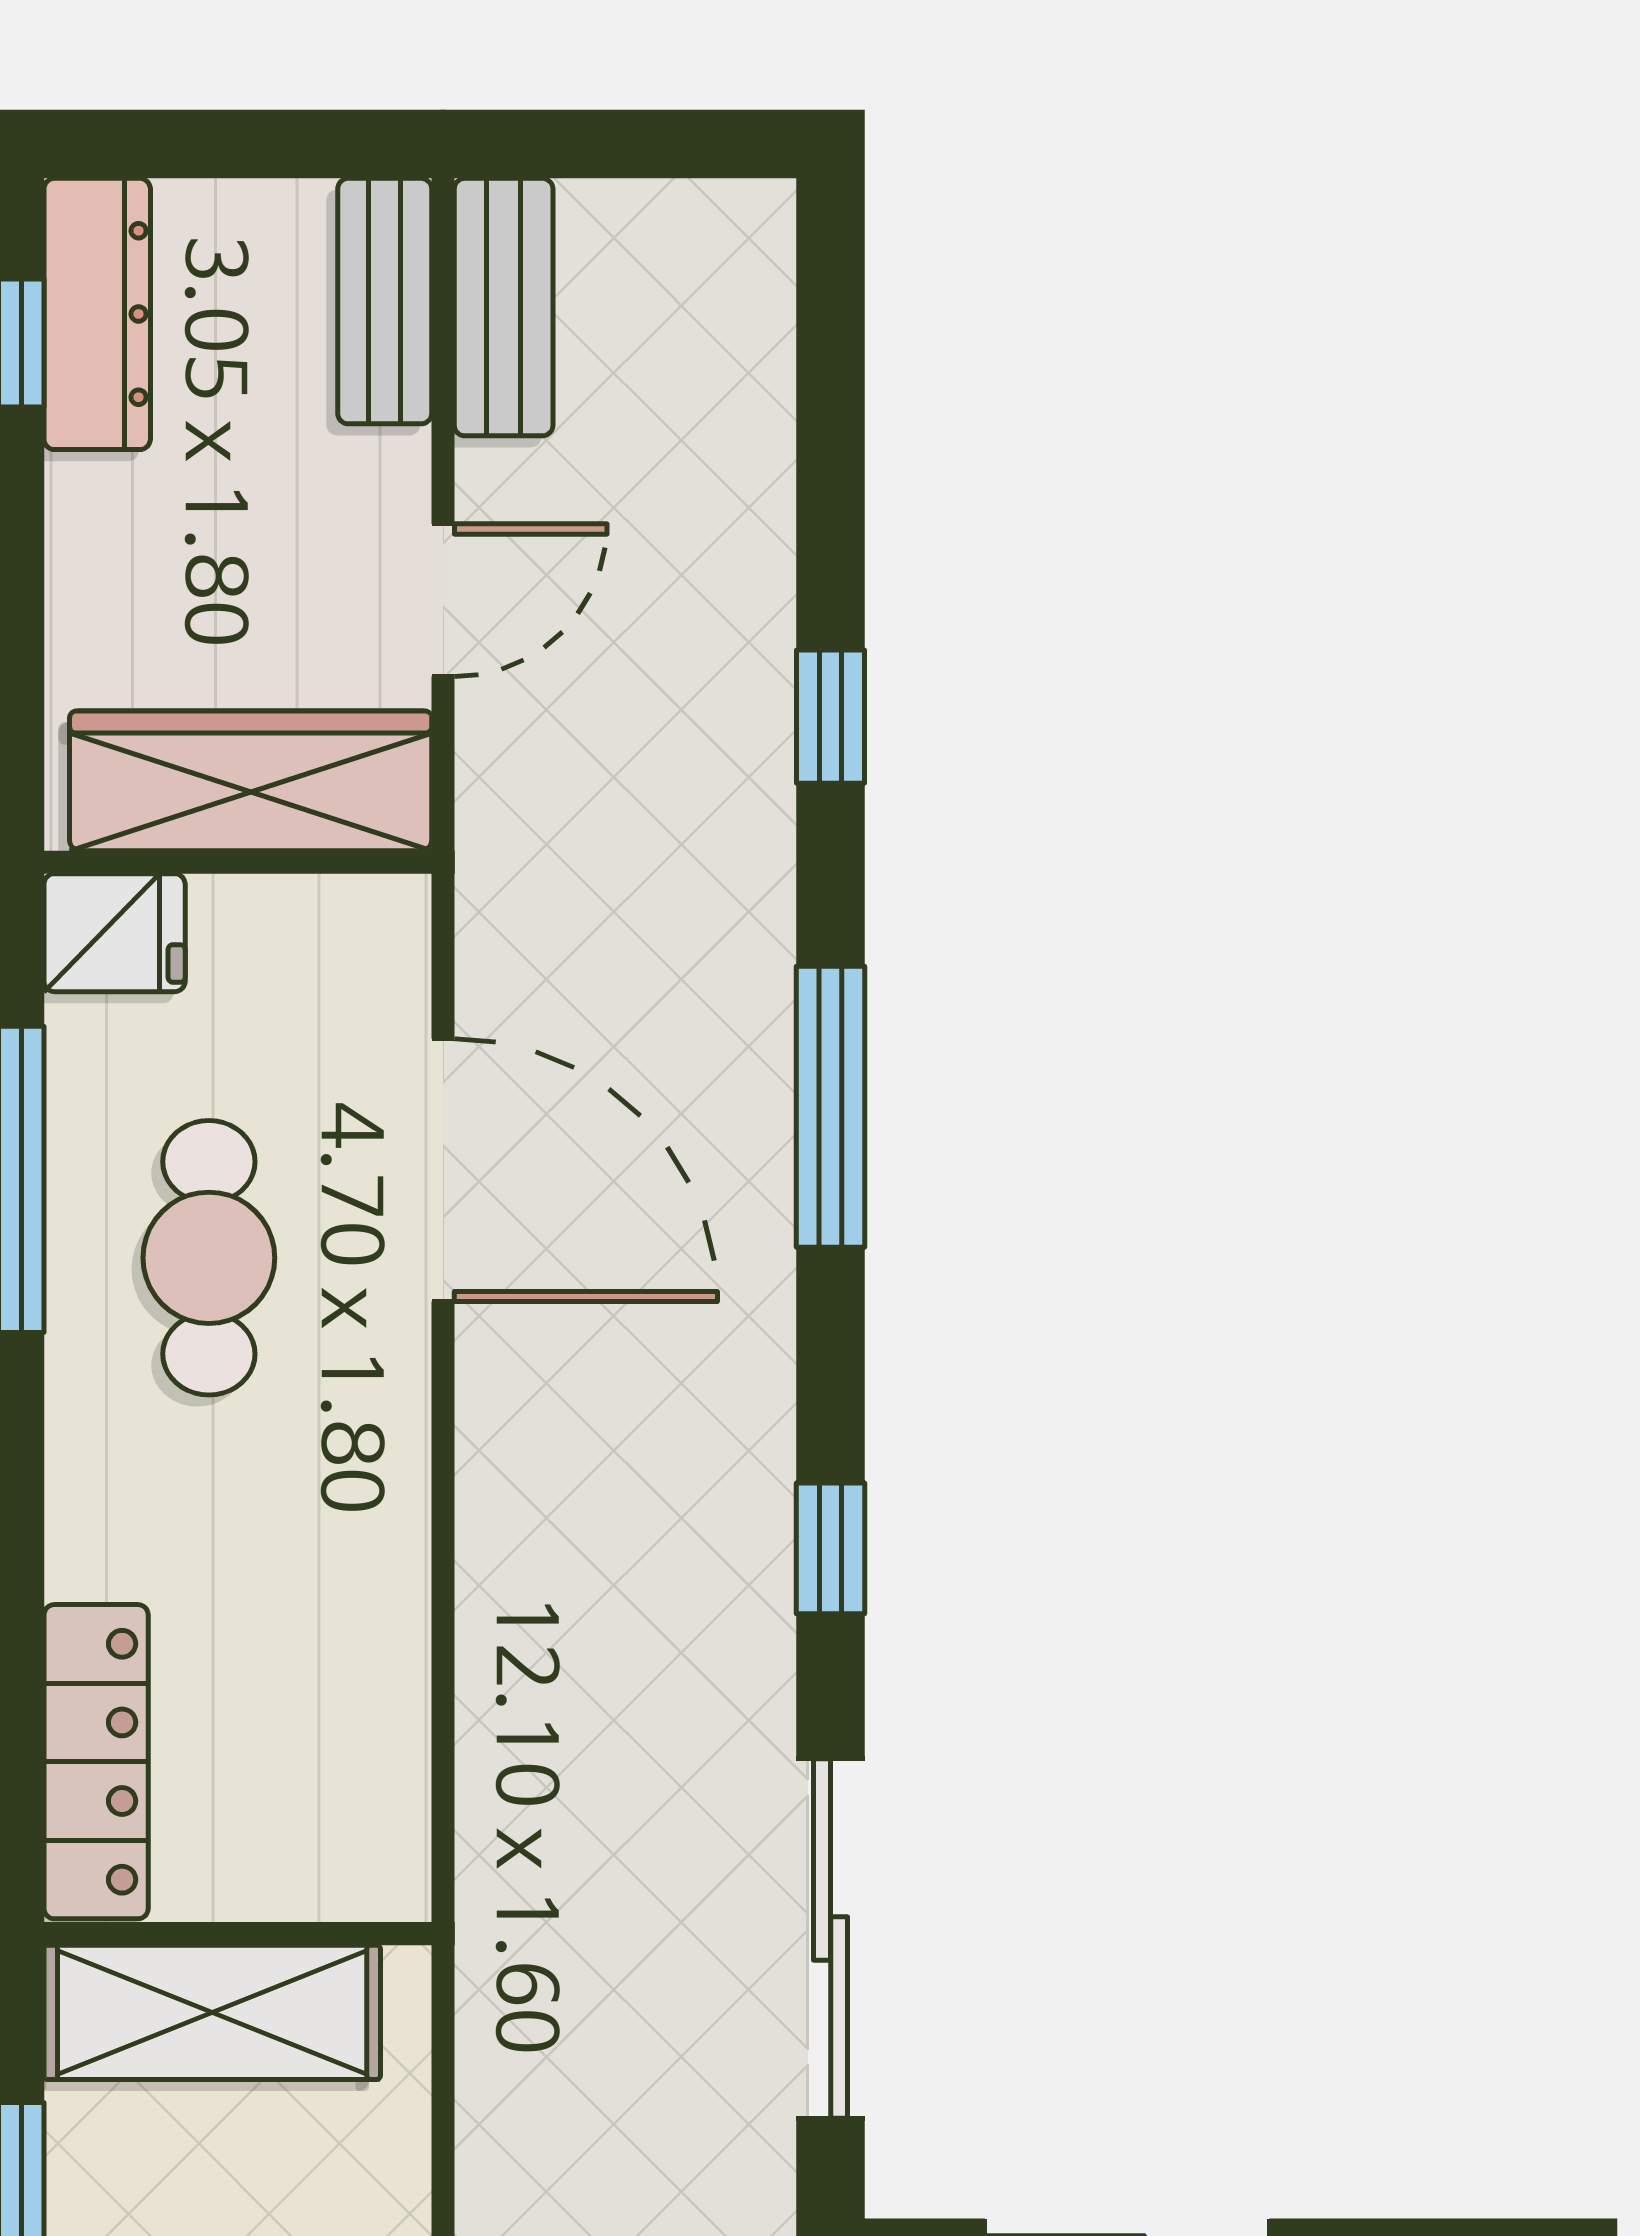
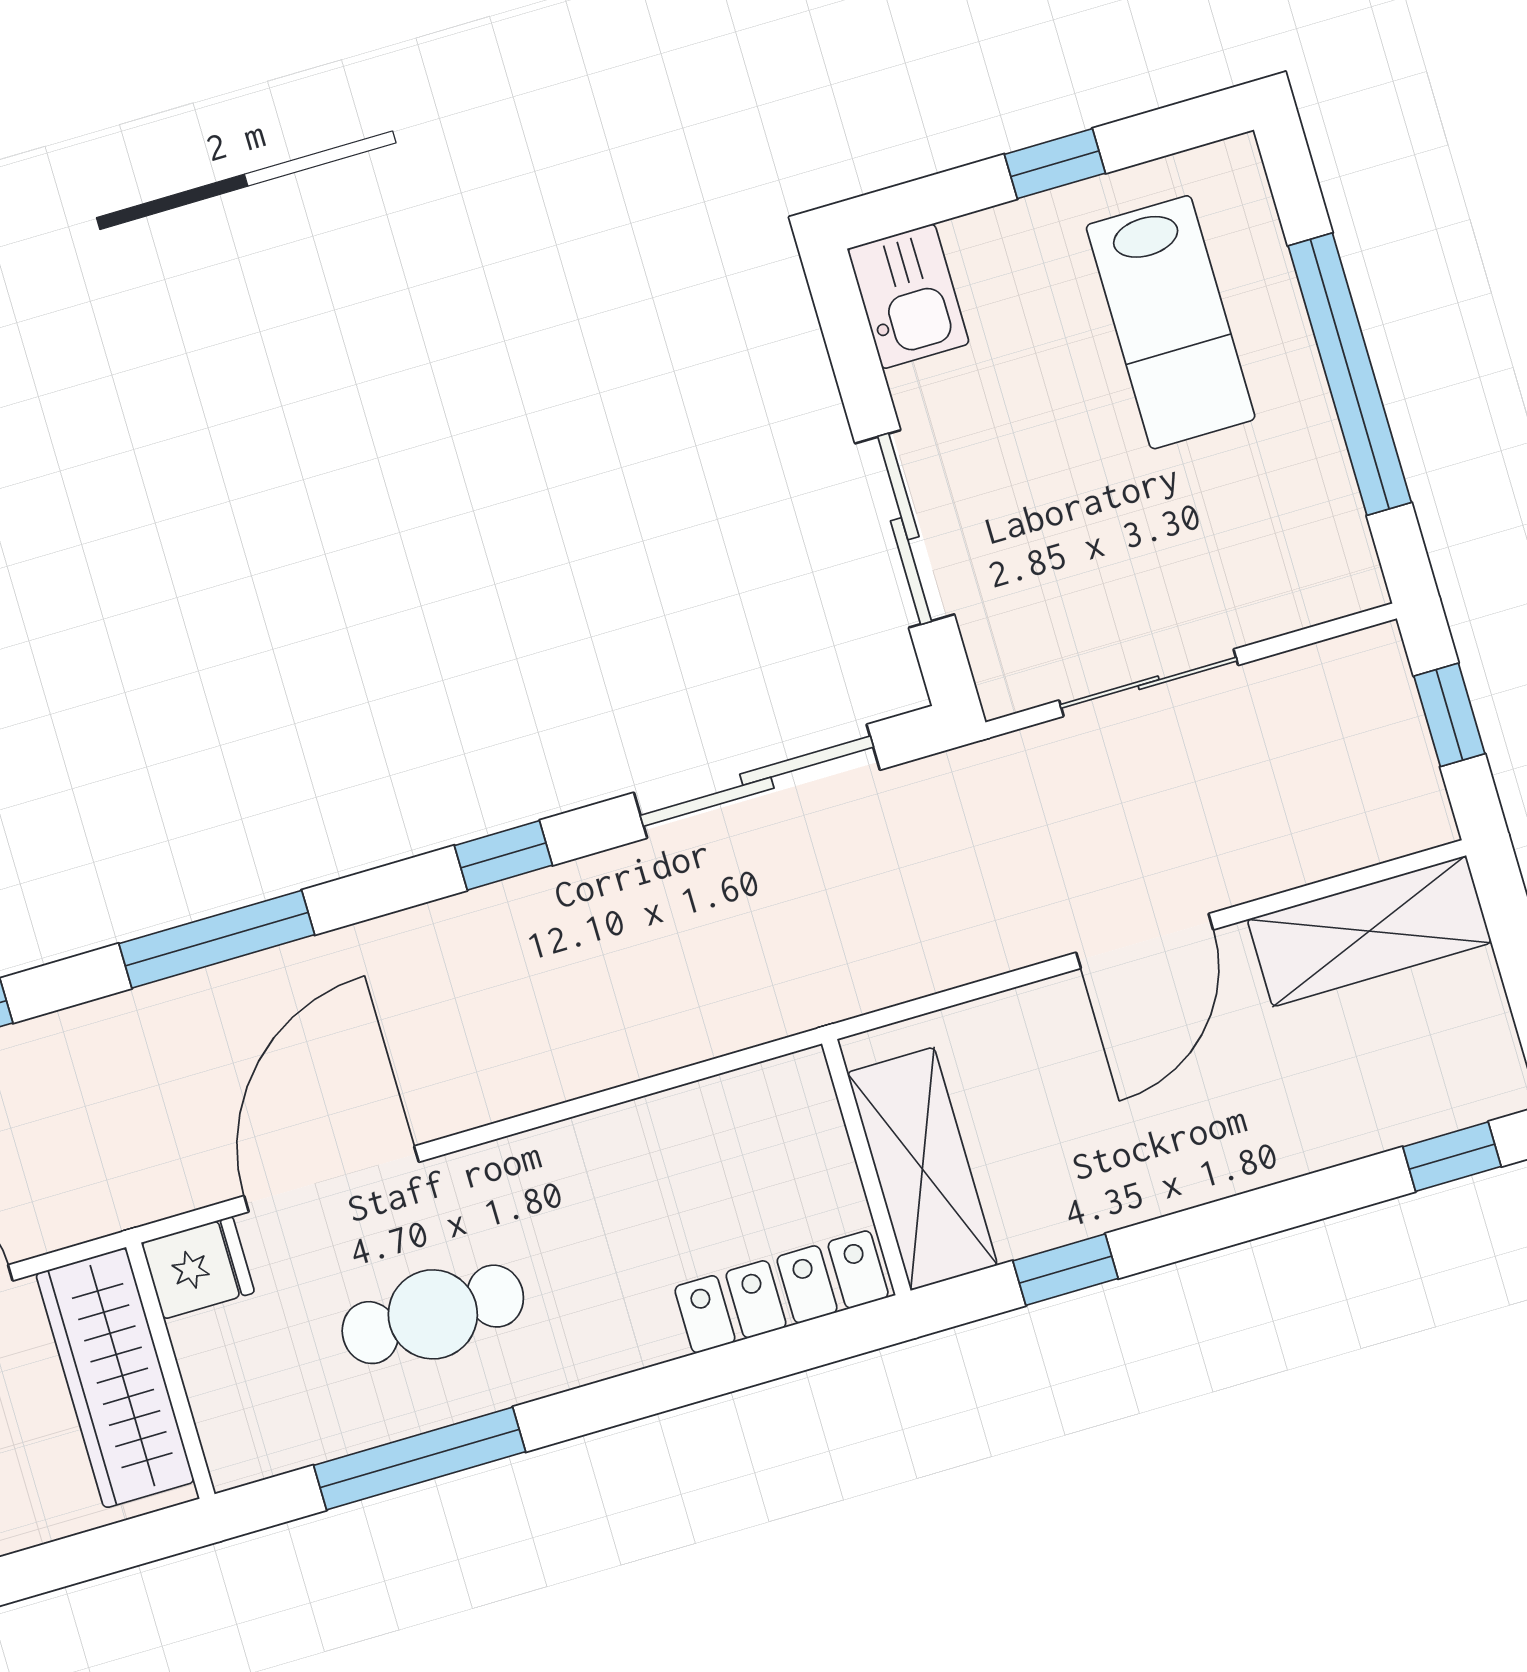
fridge: (115, 933) -> (198, 1268), moved, turned 90

